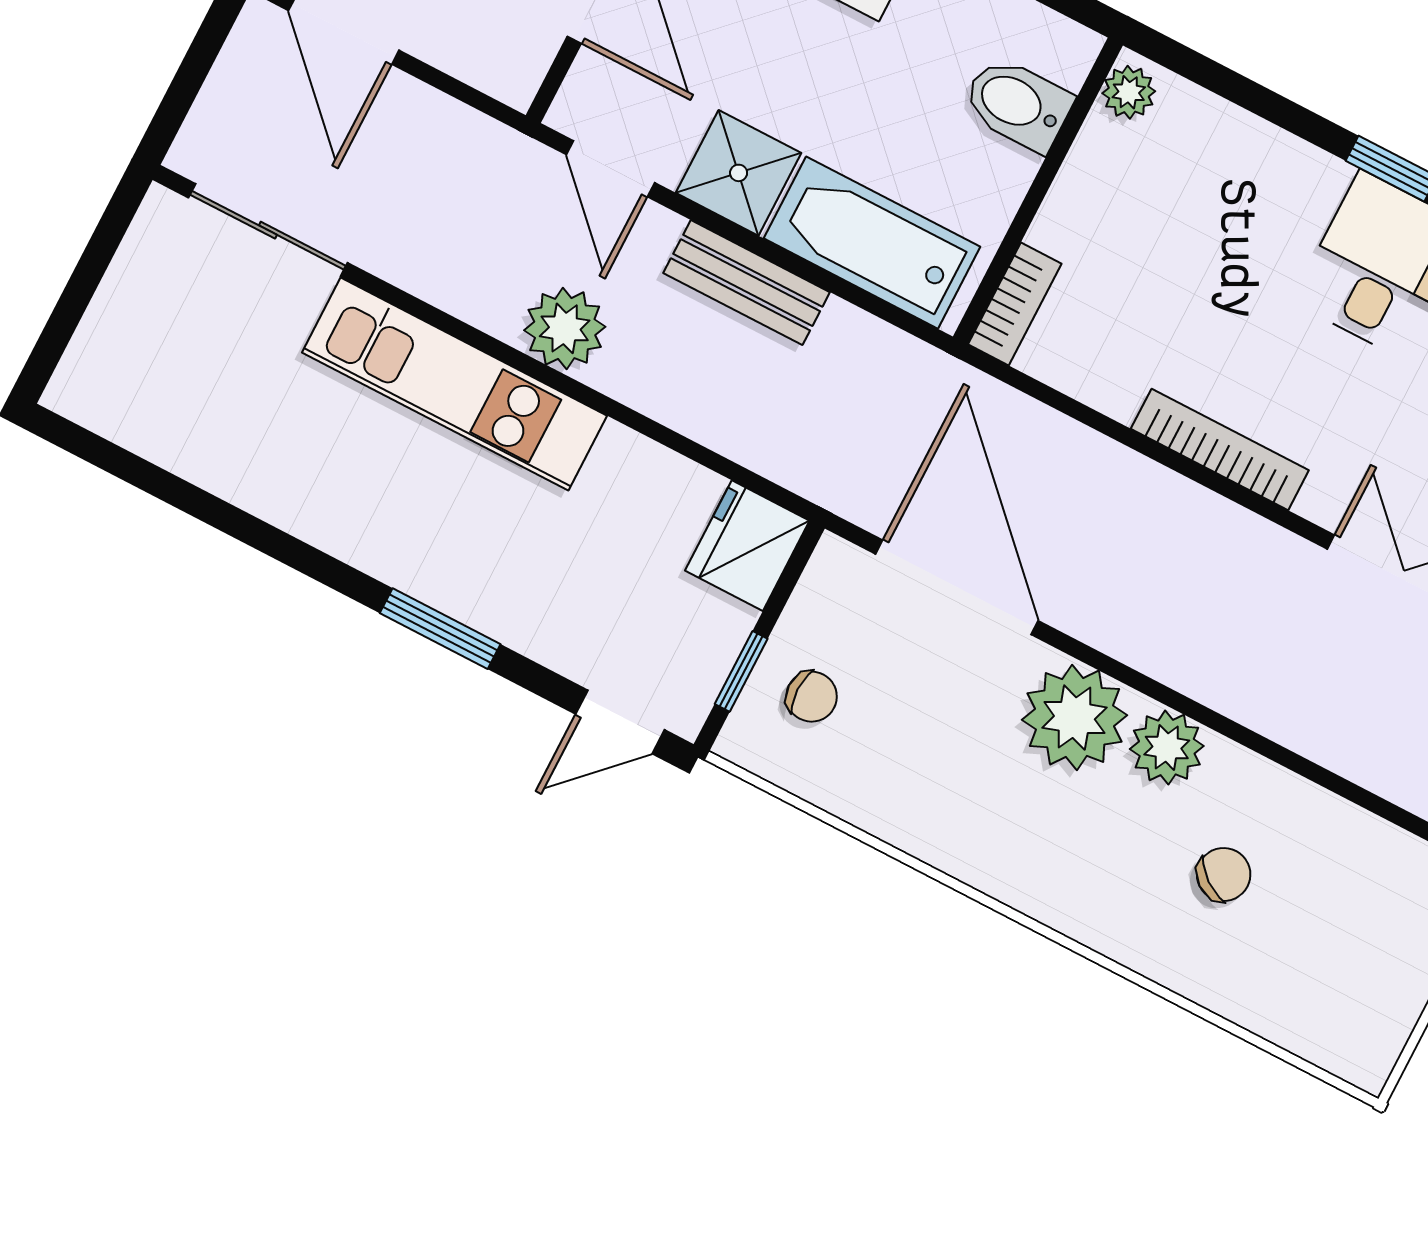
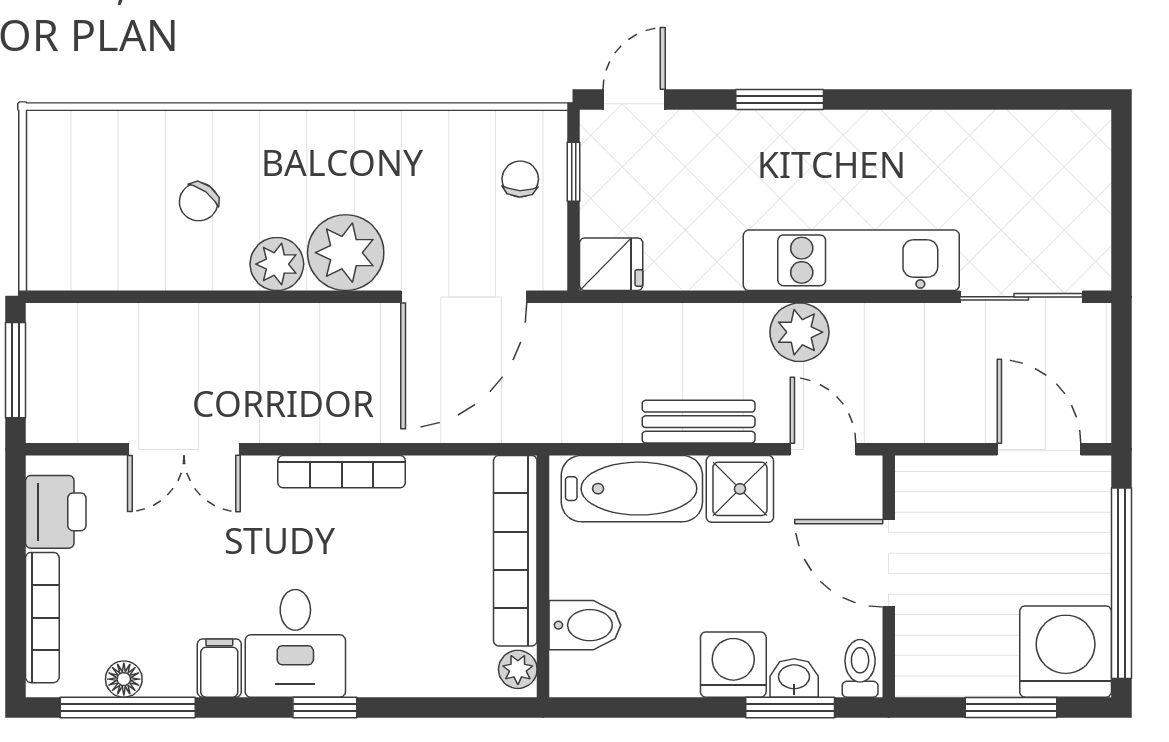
bookcase: (1015, 304) -> (515, 551), width x2.31, depth x1.31
fridge: (747, 546) -> (611, 264), width x0.72
door: (957, 587) -> (464, 297), hinge flipped
chair: (812, 697) -> (520, 179), turned 92

